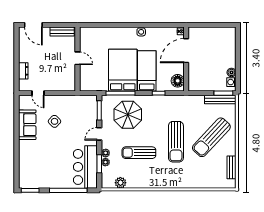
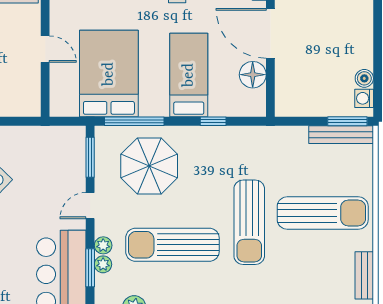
door: (186, 51) -> (270, 33), hinge flipped
bed: (123, 70) -> (109, 74), moved
floor lamp: (178, 81) -> (253, 75), moved
sun lounger: (211, 137) -> (323, 213), turned -133
sun lounger: (139, 153) -> (172, 245), width x1.36, depth x1.34

